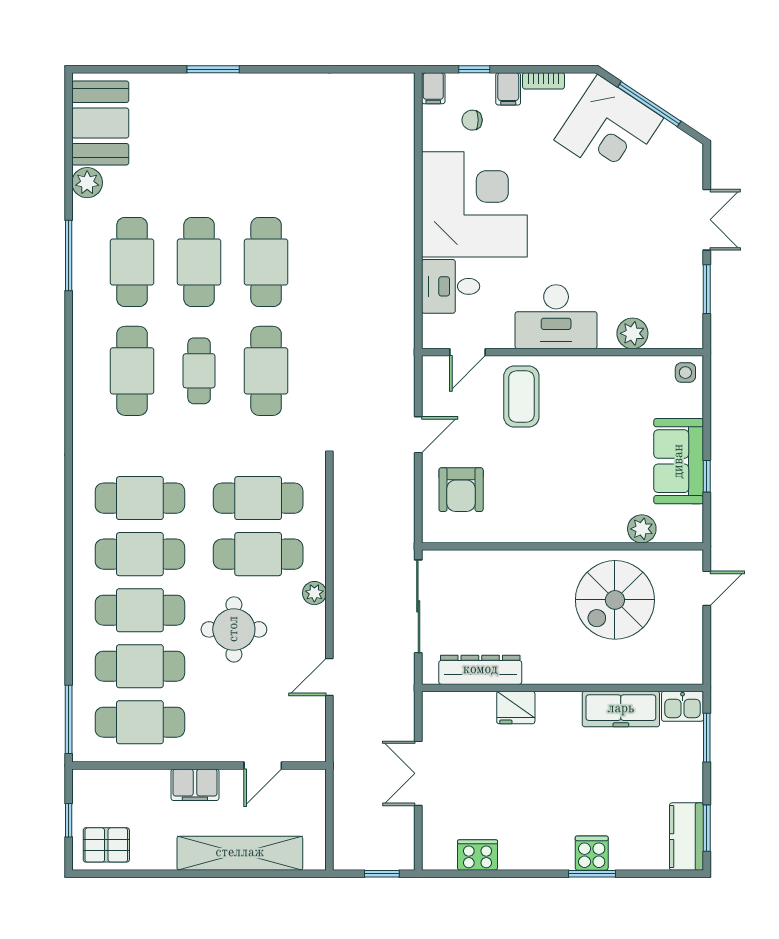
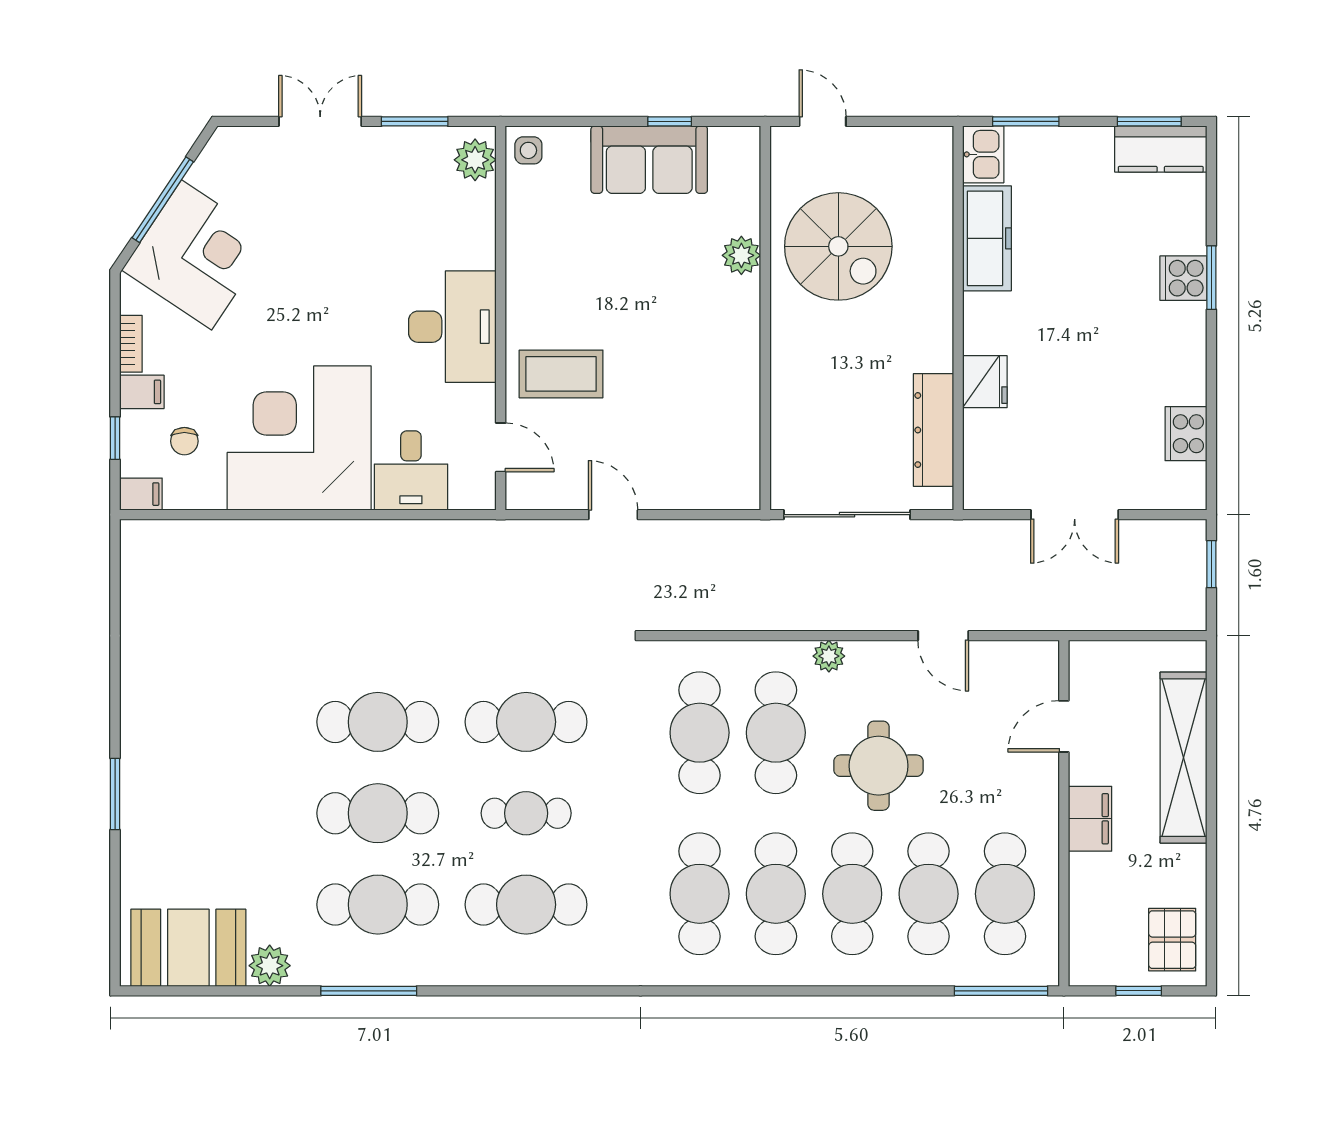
plant: (632, 333) -> (475, 160), moved
armchair: (461, 490) -> (688, 456), removed
plant: (642, 529) -> (741, 255), moved
door: (263, 766) -> (1064, 726), swing flipped

